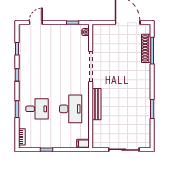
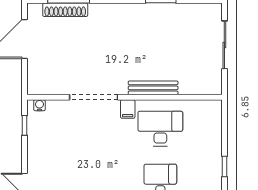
filing cabinet: (83, 144) -> (128, 109), moved

